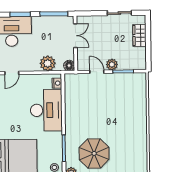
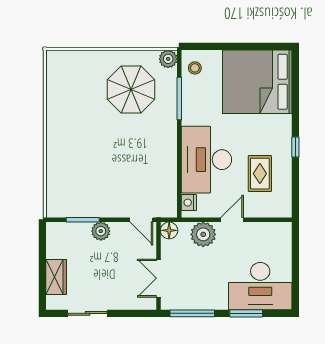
door: (97, 72) -> (141, 220), moved
door: (12, 73) -> (232, 220), moved
rug: (13, 102) -> (260, 174), added

